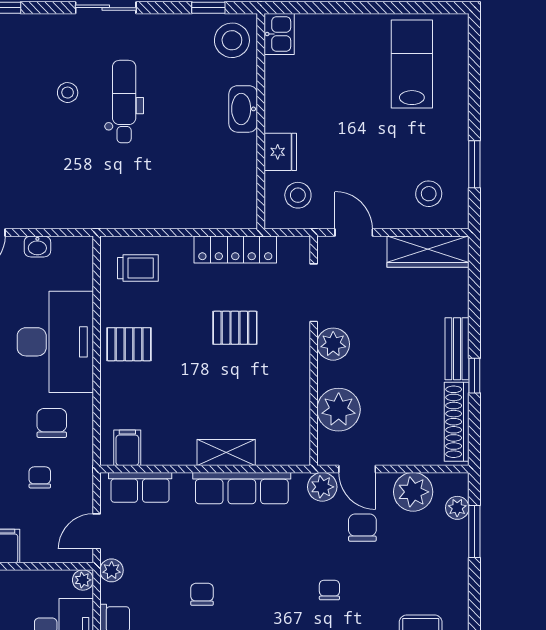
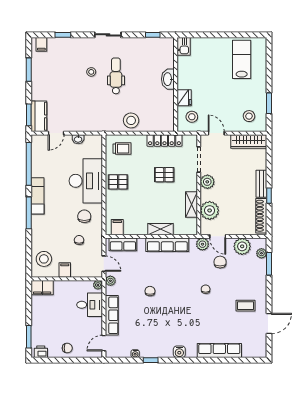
stool: (232, 40) -> (131, 120), moved
shelving: (297, 396) -> (191, 205), added
door: (97, 531) -> (104, 264), swing flipped

